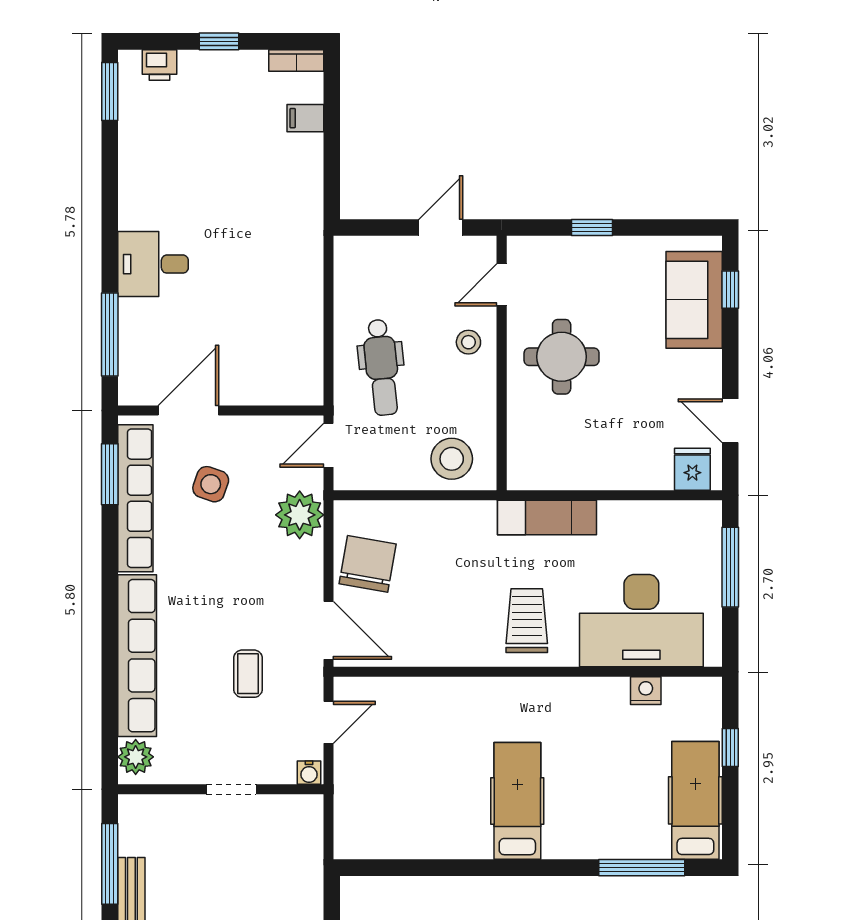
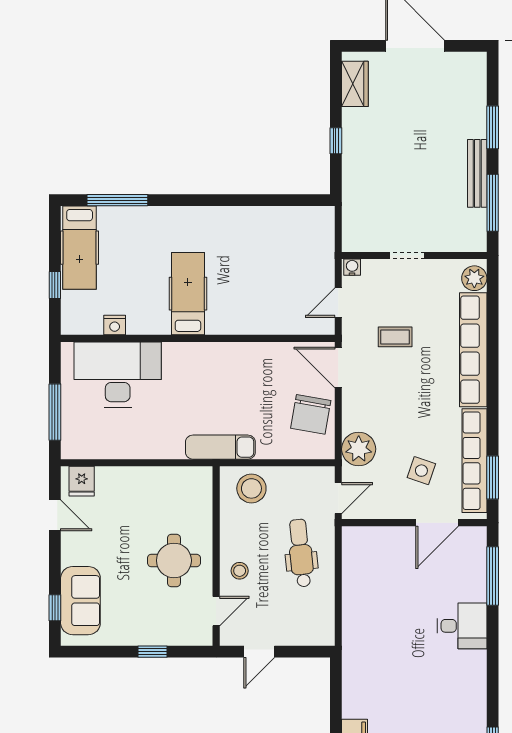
exam couch: (547, 518) -> (220, 447), moved
trolley: (527, 621) -> (198, 374), removed
coffee table: (248, 674) -> (395, 337), turned 90
hospital bed: (517, 801) -> (188, 294), moved, turned 180

